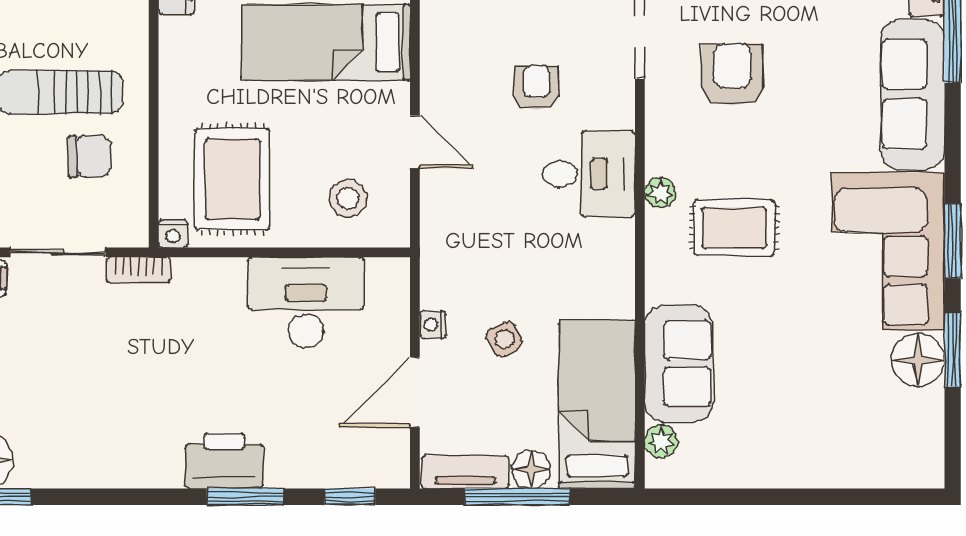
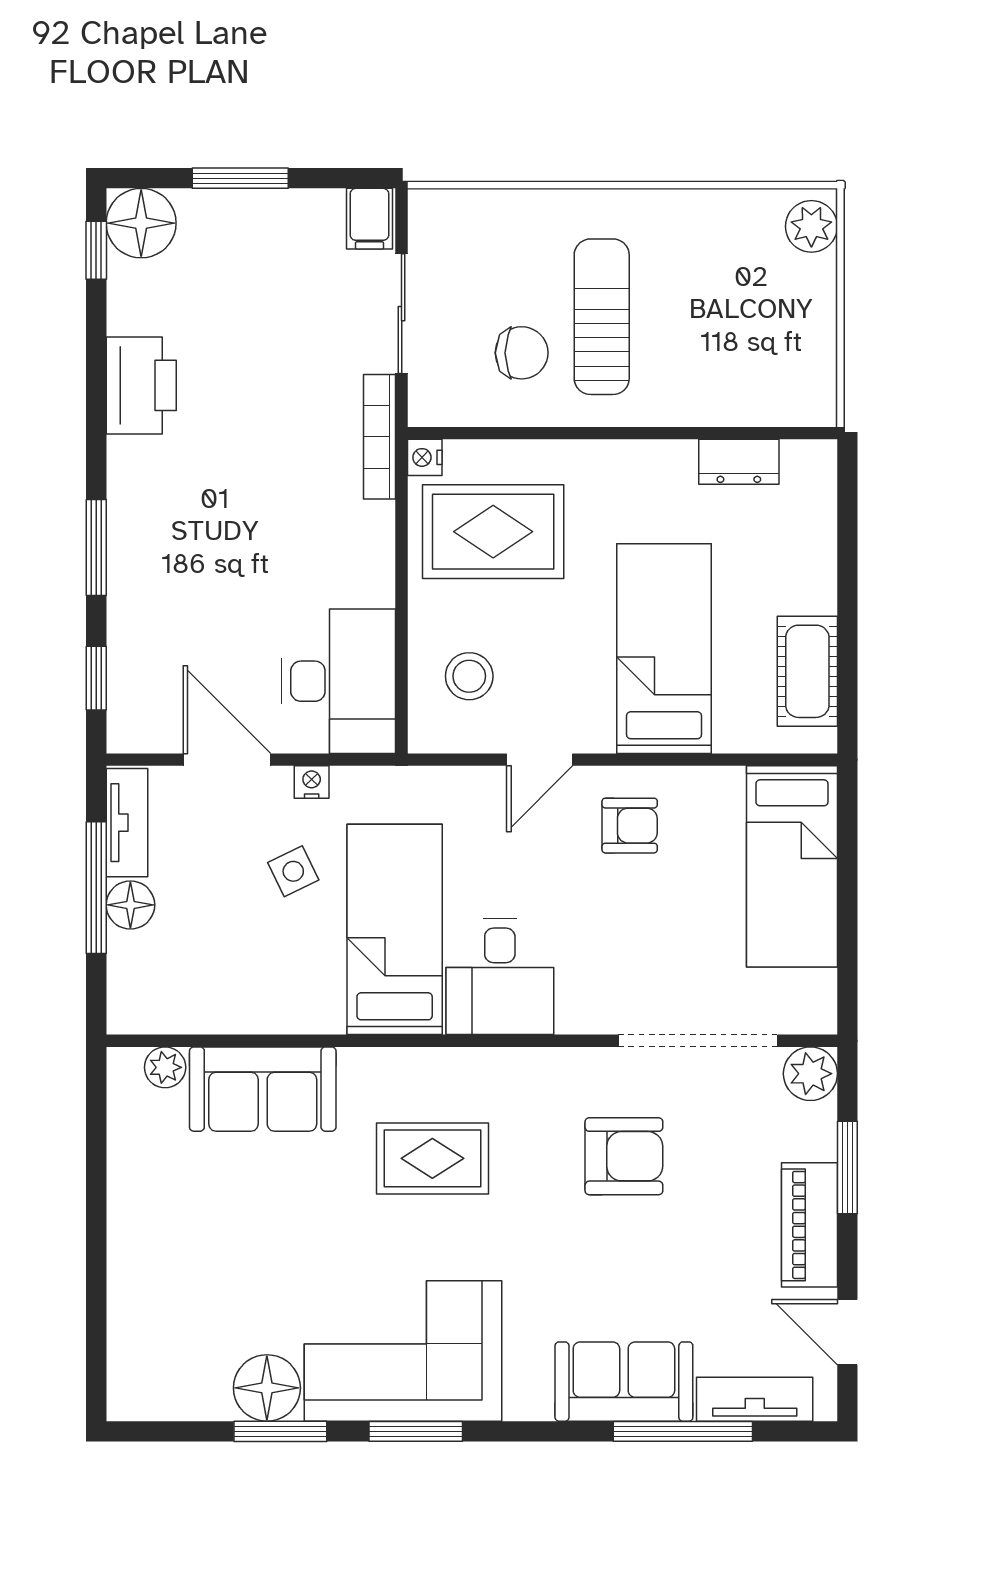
armchair: (536, 88) -> (630, 826), moved
sofa: (913, 94) -> (624, 1382), width x0.73
chair: (89, 156) -> (522, 353), turned -89
plant: (660, 193) -> (476, 1066), removed
rug: (734, 228) -> (432, 1158), turned 90
bookcase: (139, 270) -> (380, 437), width x1.56
desk: (306, 303) -> (339, 681), moved
bed: (597, 404) -> (395, 929), moved, turned -90
printer: (224, 461) -> (141, 385), moved

